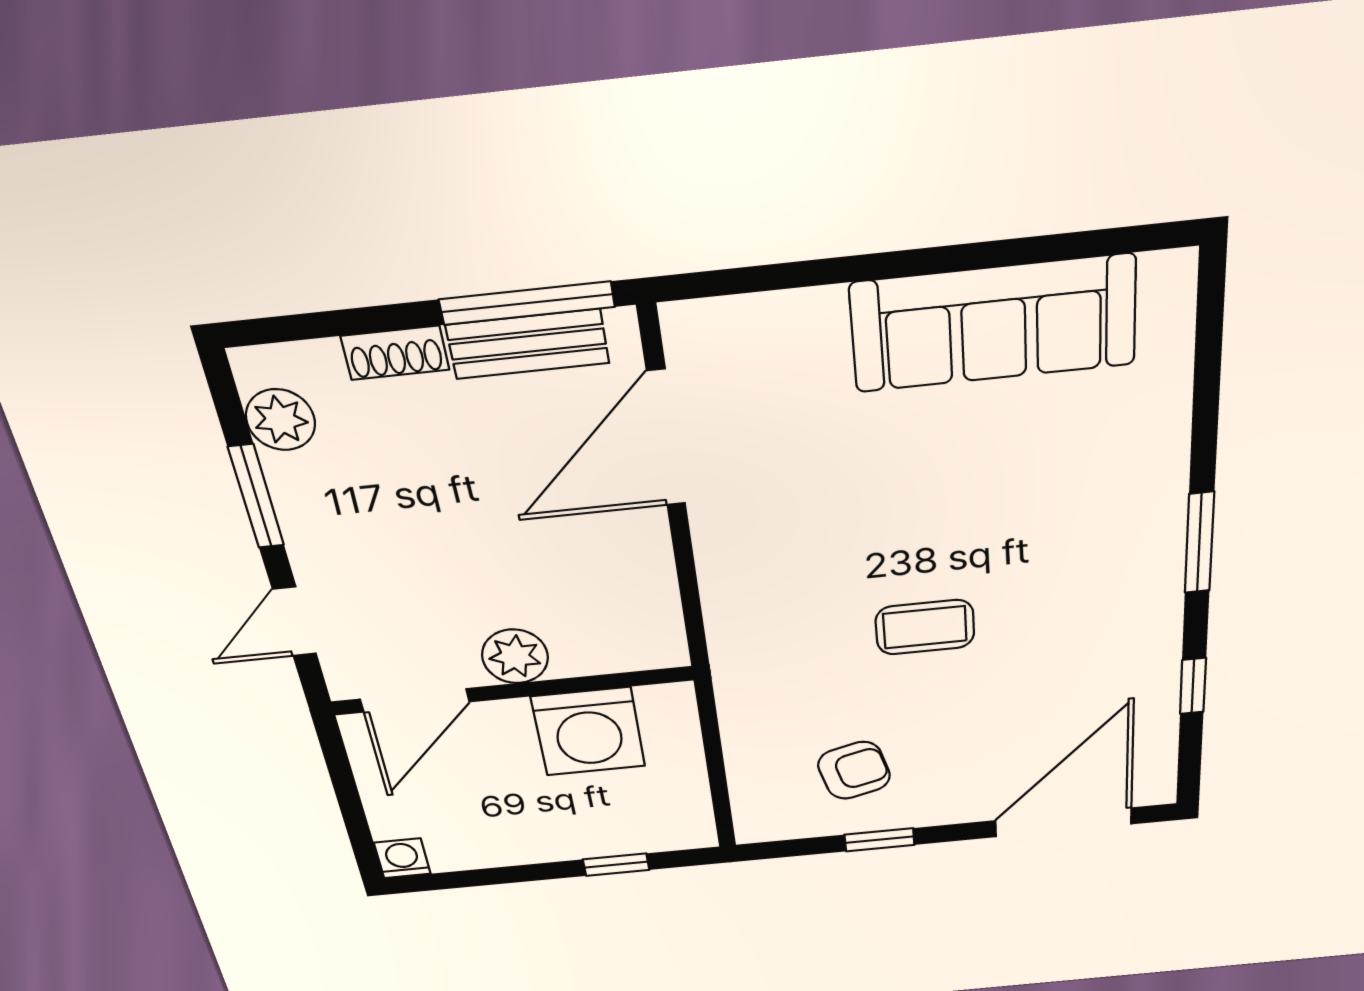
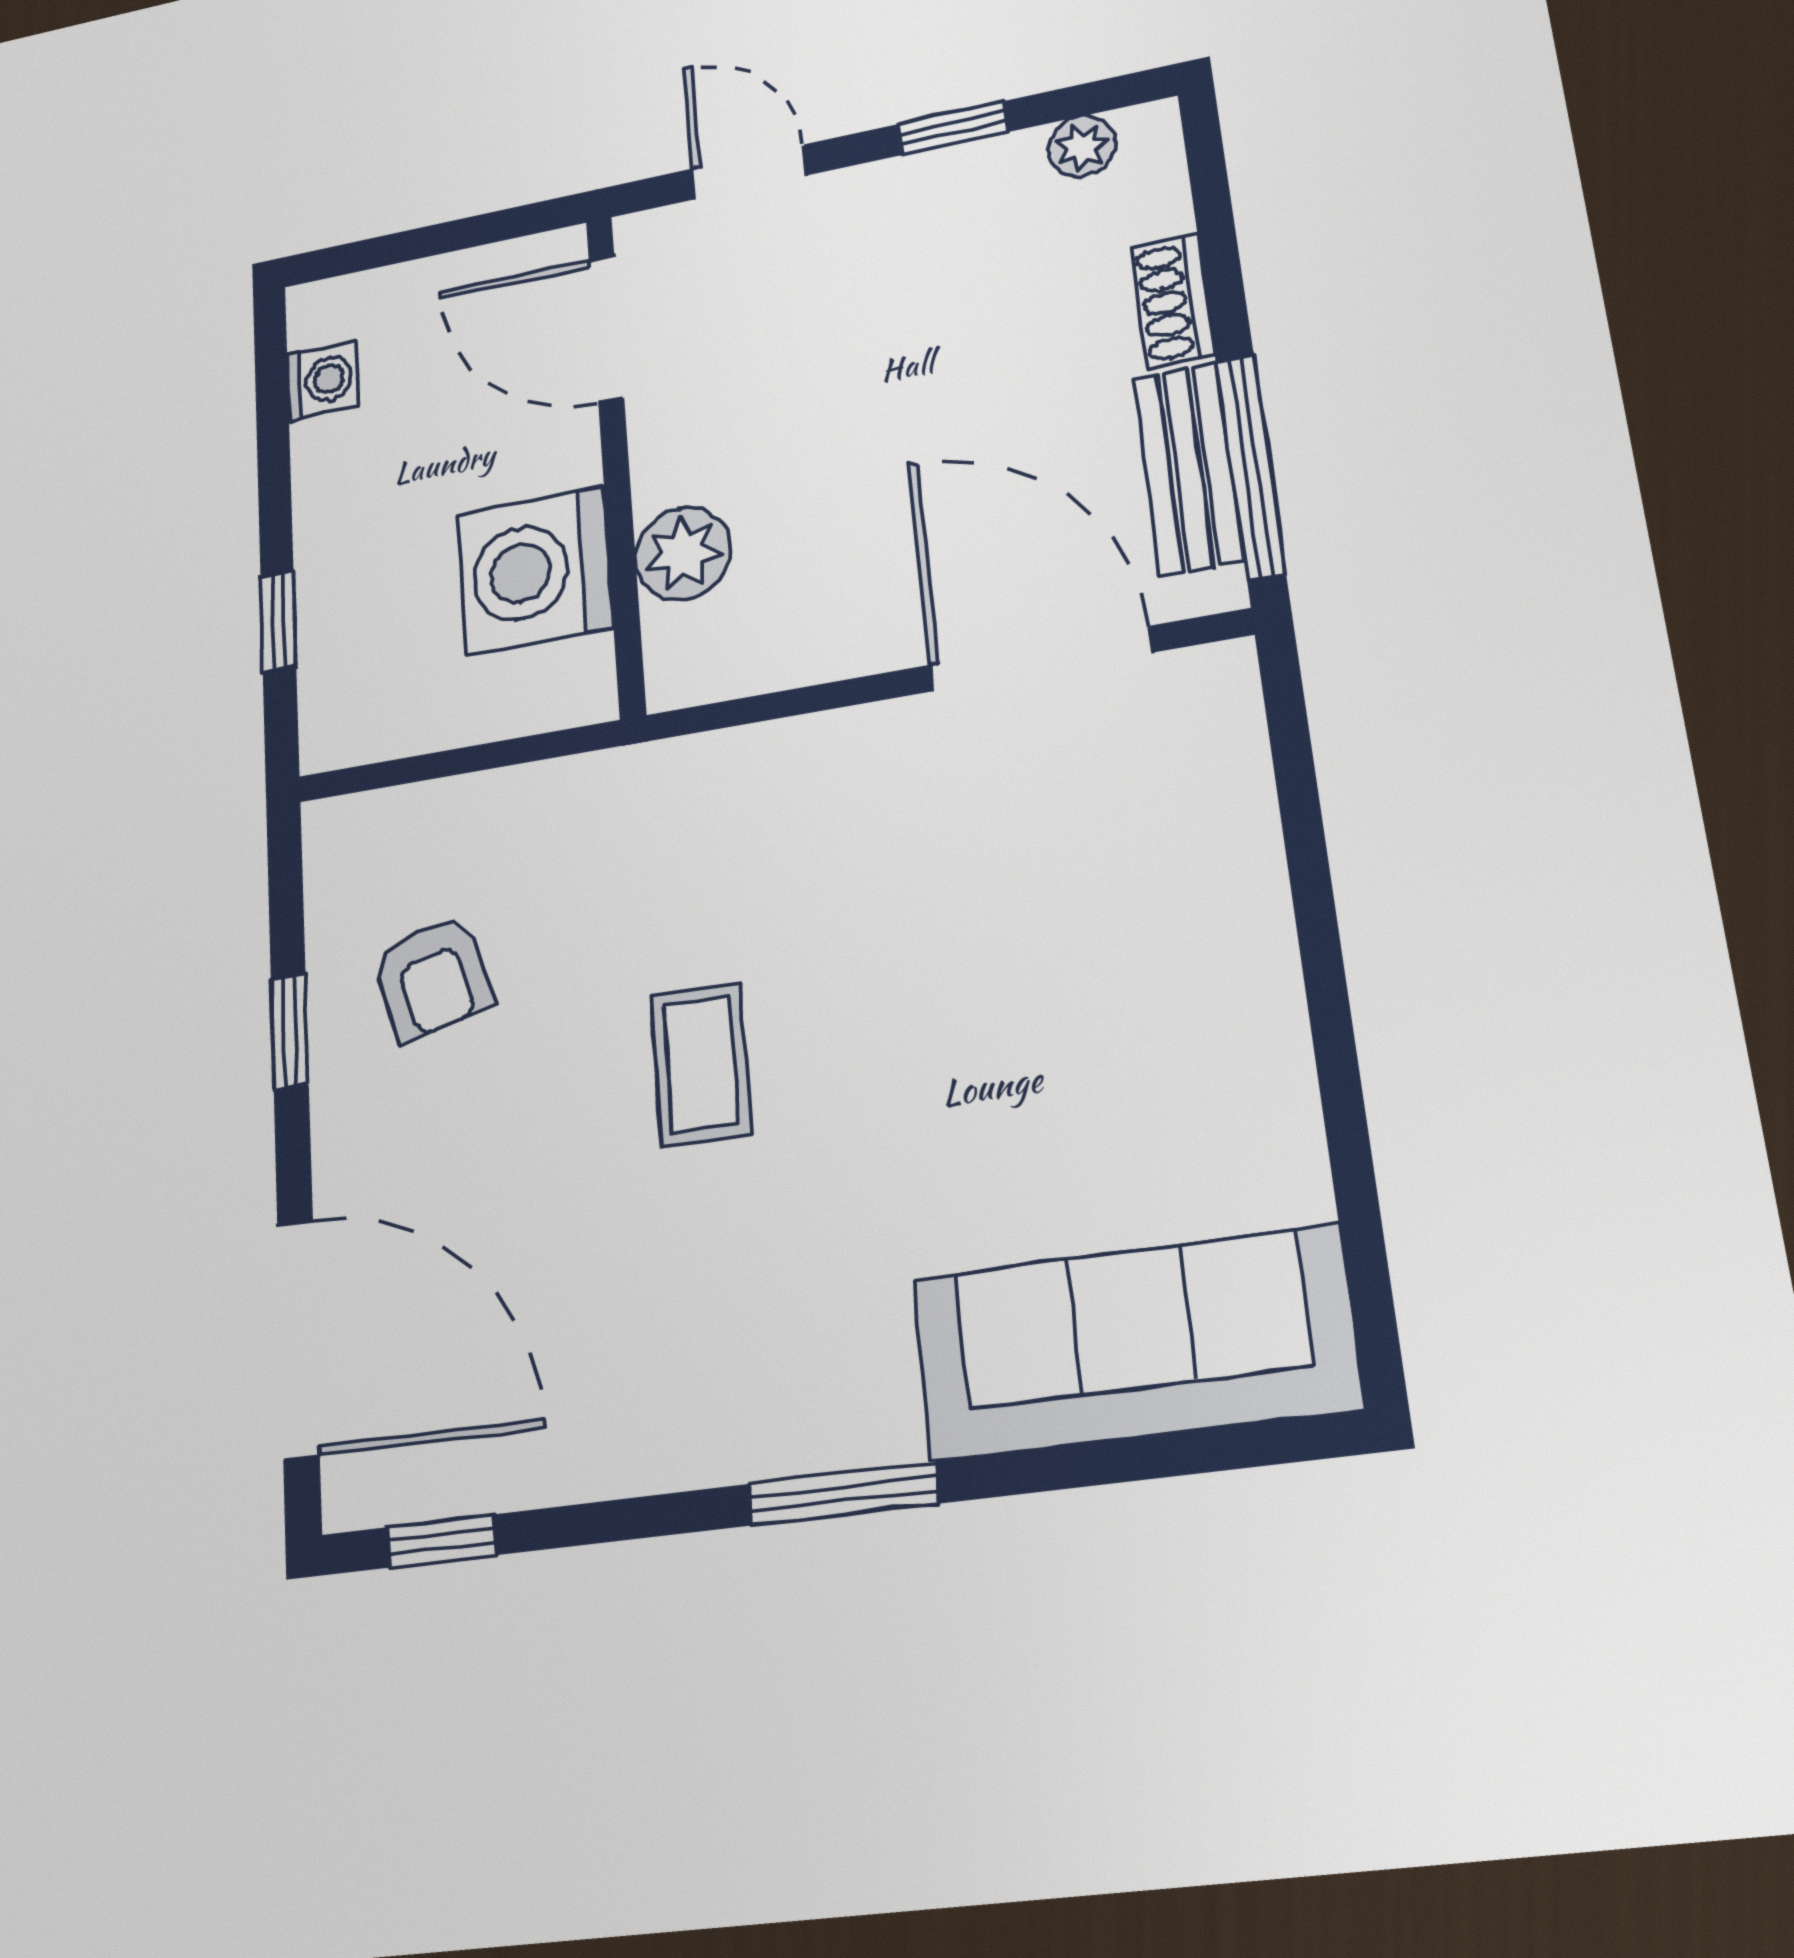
sofa: (994, 324) -> (1134, 1344), moved, turned 90
plant: (281, 420) -> (1082, 146), width x0.73, depth x0.73
window: (256, 497) -> (952, 128), width x0.67
plant: (515, 656) -> (683, 553), moved
window: (1193, 686) -> (442, 1541), moved
washing machine: (402, 858) -> (322, 380), moved

